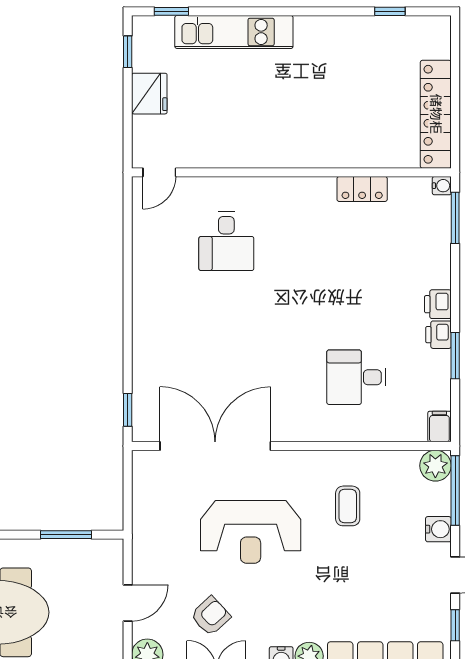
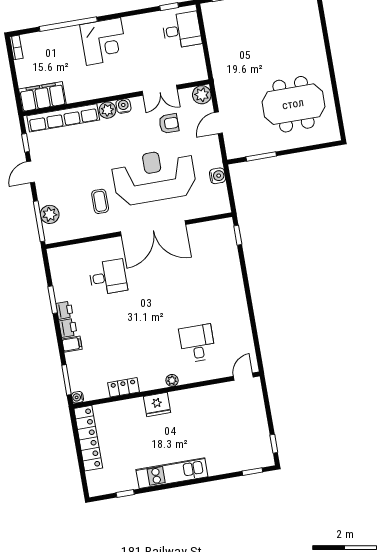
kitchen unit: (234, 32) -> (172, 473), moved
fridge: (149, 94) -> (157, 405), moved, turned -90
plant: (279, 187) -> (172, 380), added
filing cabinet: (439, 427) -> (72, 344), moved, turned -90
double door: (215, 446) -> (153, 228), moved
plant: (435, 466) -> (50, 214), moved
water cooler: (438, 529) -> (217, 176), moved, turned 180
reception desk: (251, 532) -> (154, 177), width x1.36, depth x1.30
armchair: (211, 616) -> (169, 124), turned -137

